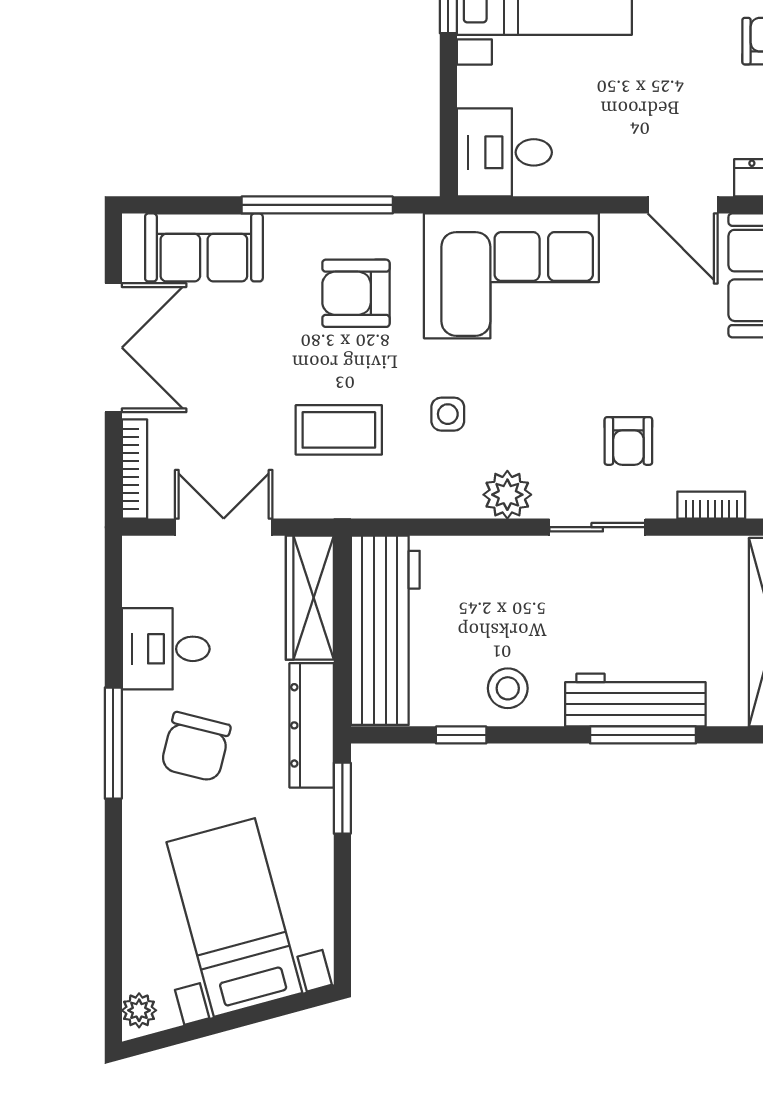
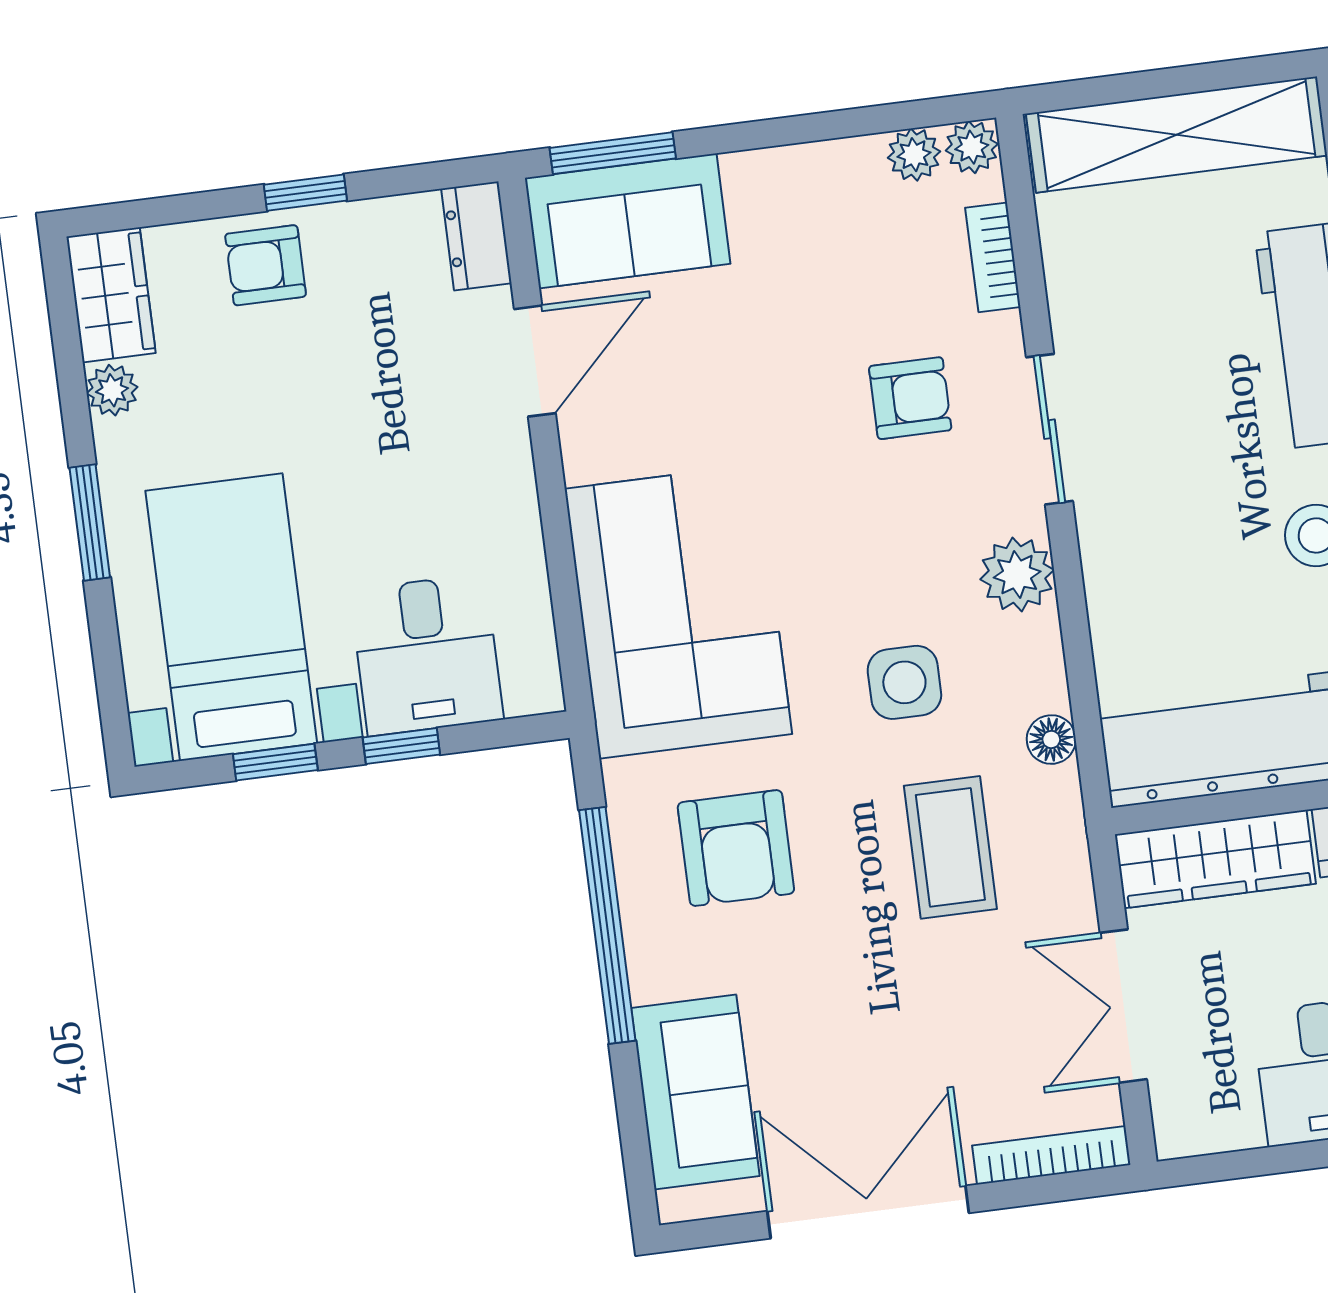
window: (448, 88) -> (401, 746), added
desk: (504, 152) -> (427, 655), moved
side table: (448, 414) -> (904, 682), width x1.37, depth x1.37
floor lamp: (399, 503) -> (1051, 740), added

